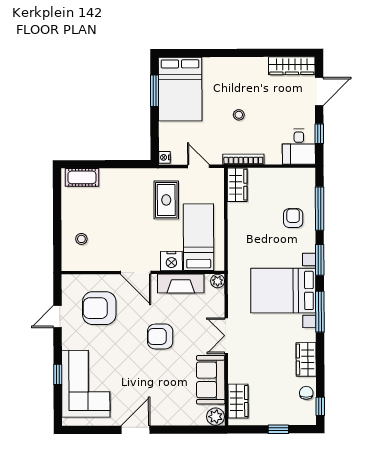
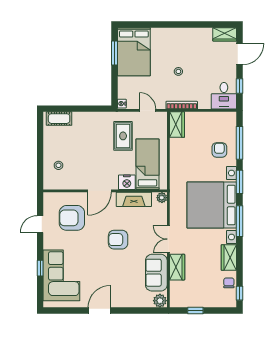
wardrobe: (292, 66) -> (225, 34), width x0.67
door: (136, 272) -> (100, 191), hinge flipped
bed with nightstands: (283, 291) -> (212, 205), width x1.36
wardrobe: (238, 401) -> (177, 267), moved
window: (278, 429) -> (195, 310), moved

